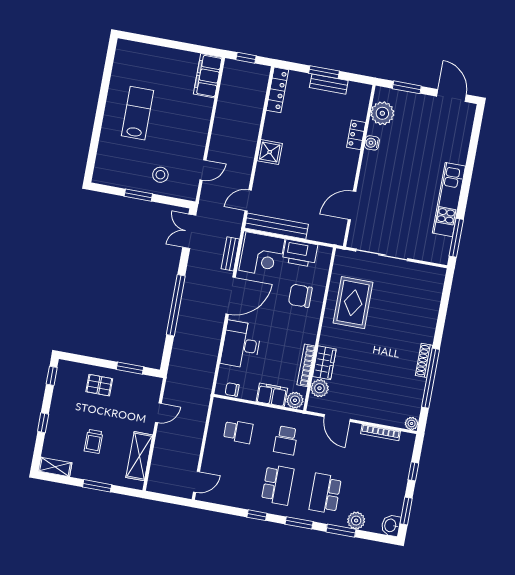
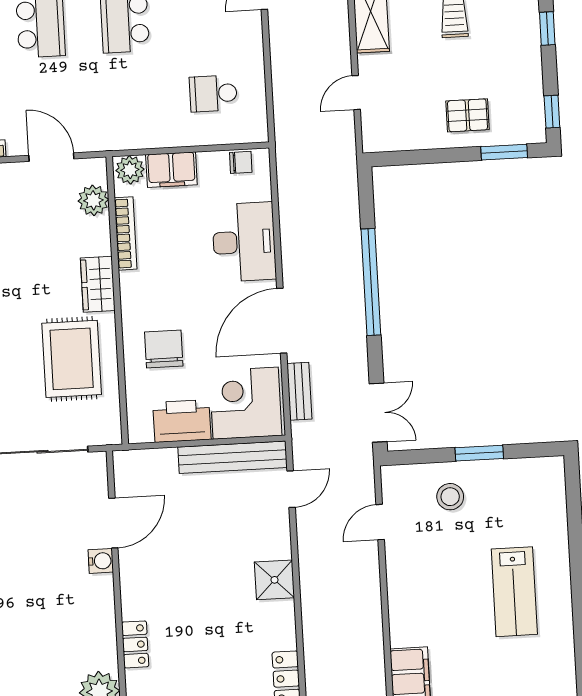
water cooler: (372, 143) -> (101, 561), moved
chair: (300, 296) -> (164, 349), turned -90
wardrobe: (324, 363) -> (98, 284), moved
window: (130, 368) -> (504, 152), moved
school desk: (286, 440) -> (129, 98), removed

